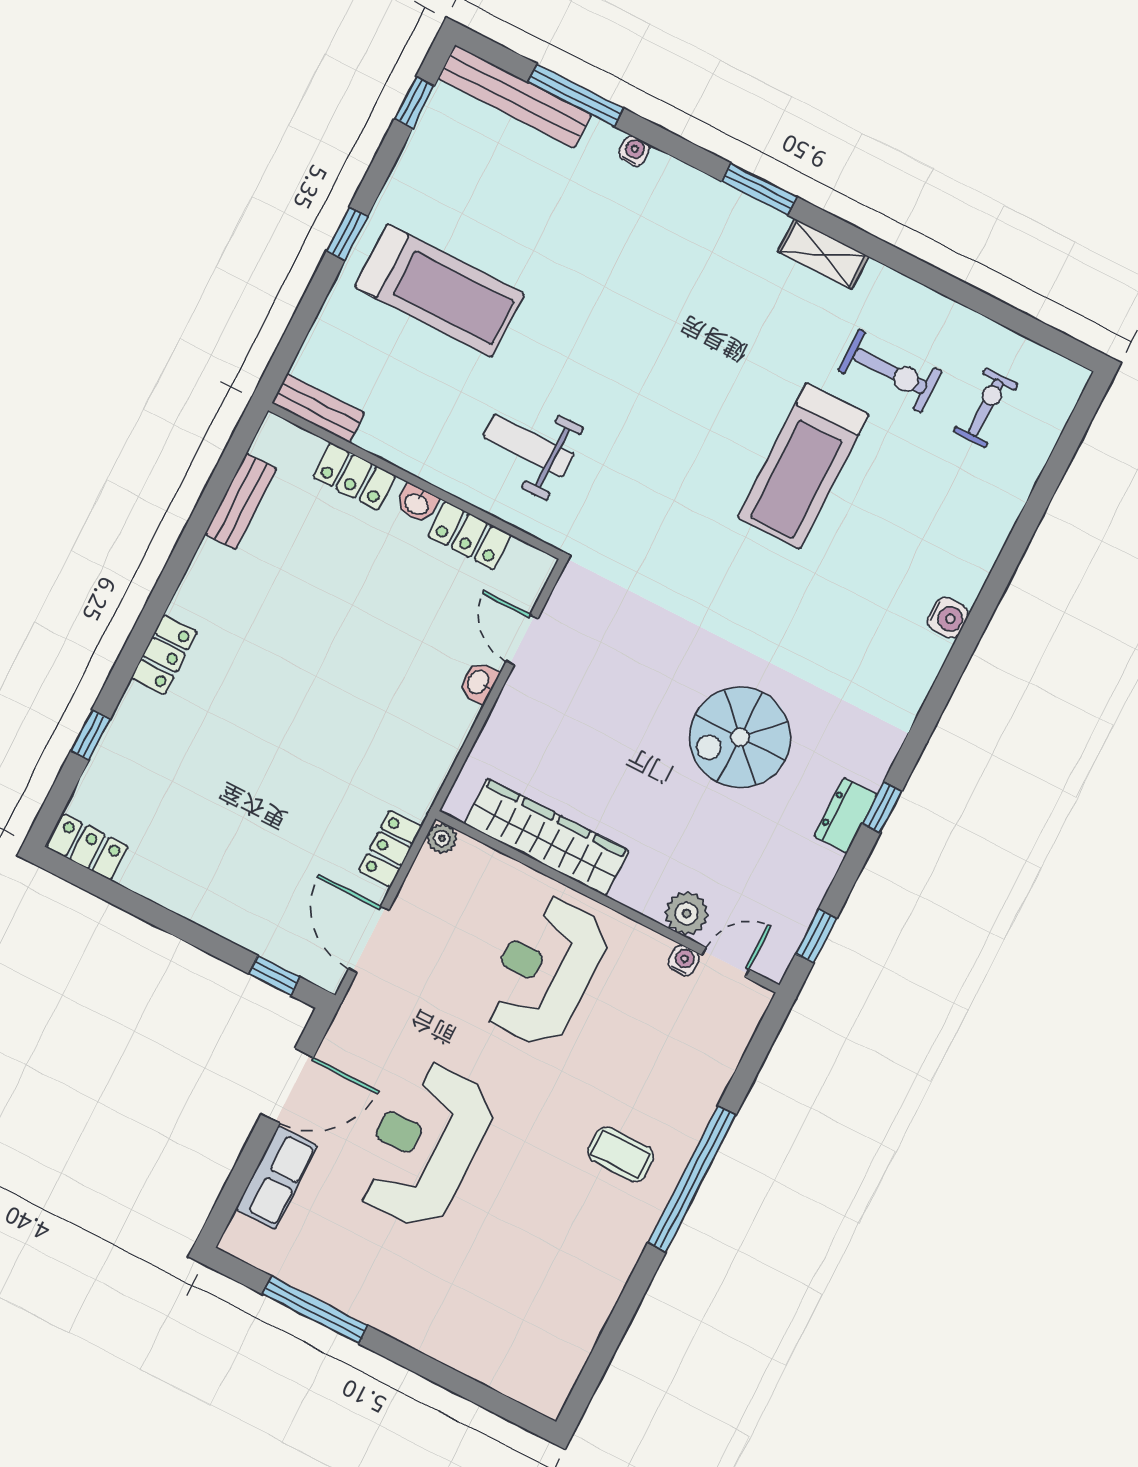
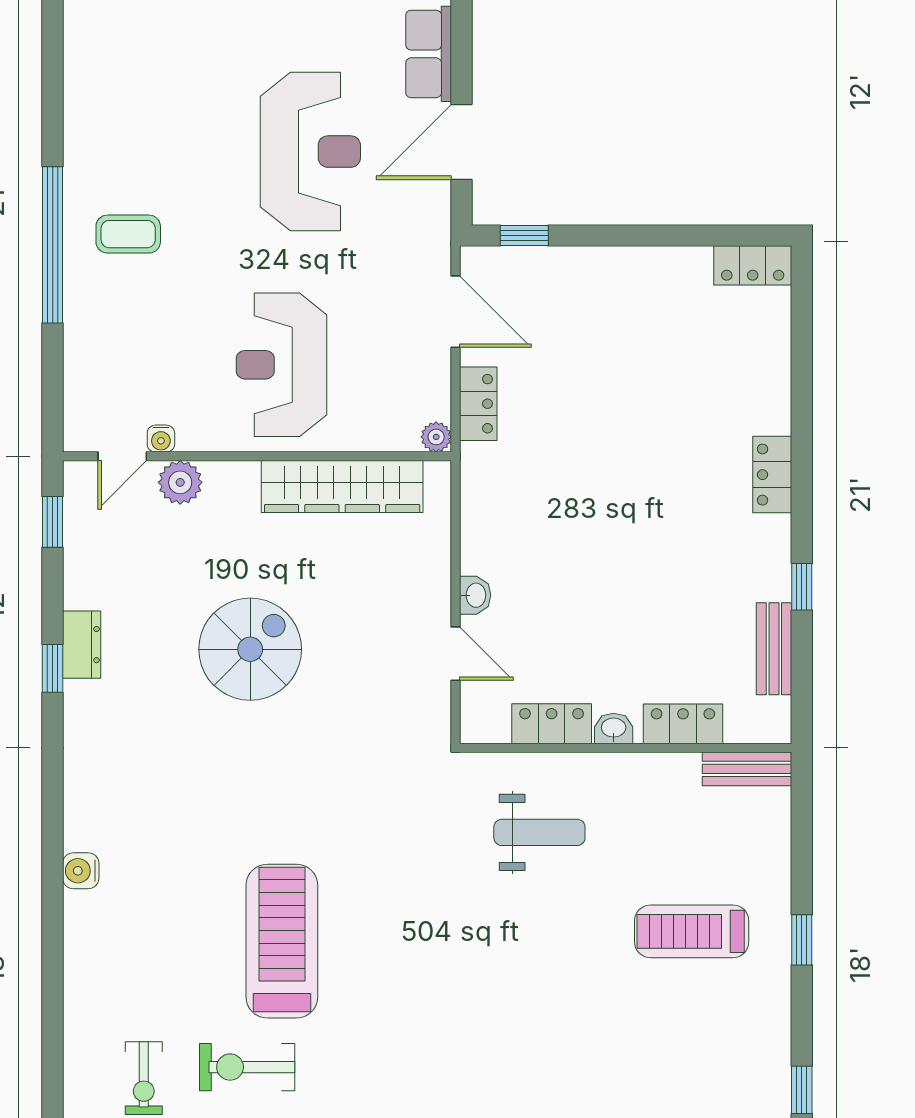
treadmill: (440, 291) -> (692, 931), width x0.73, depth x0.73
window: (90, 735) -> (802, 587), moved
spiral stairs: (740, 737) -> (250, 649), moved
reception desk: (545, 971) -> (281, 365), turned 180

